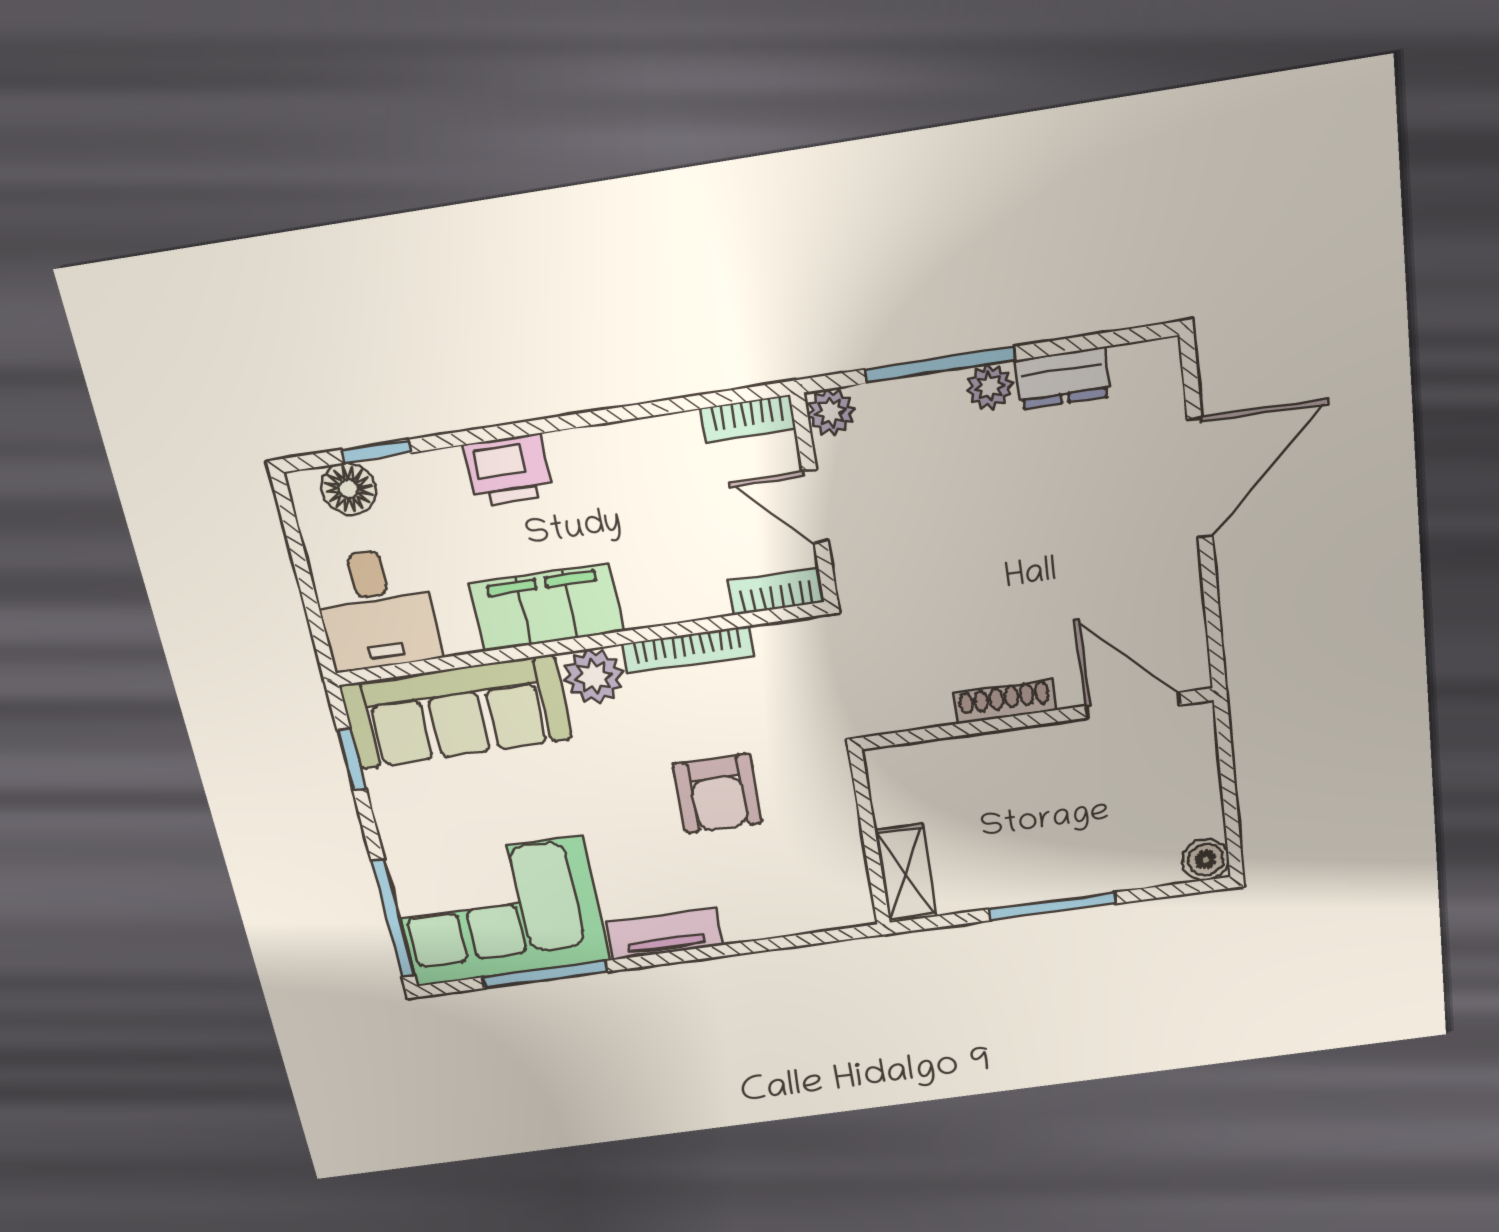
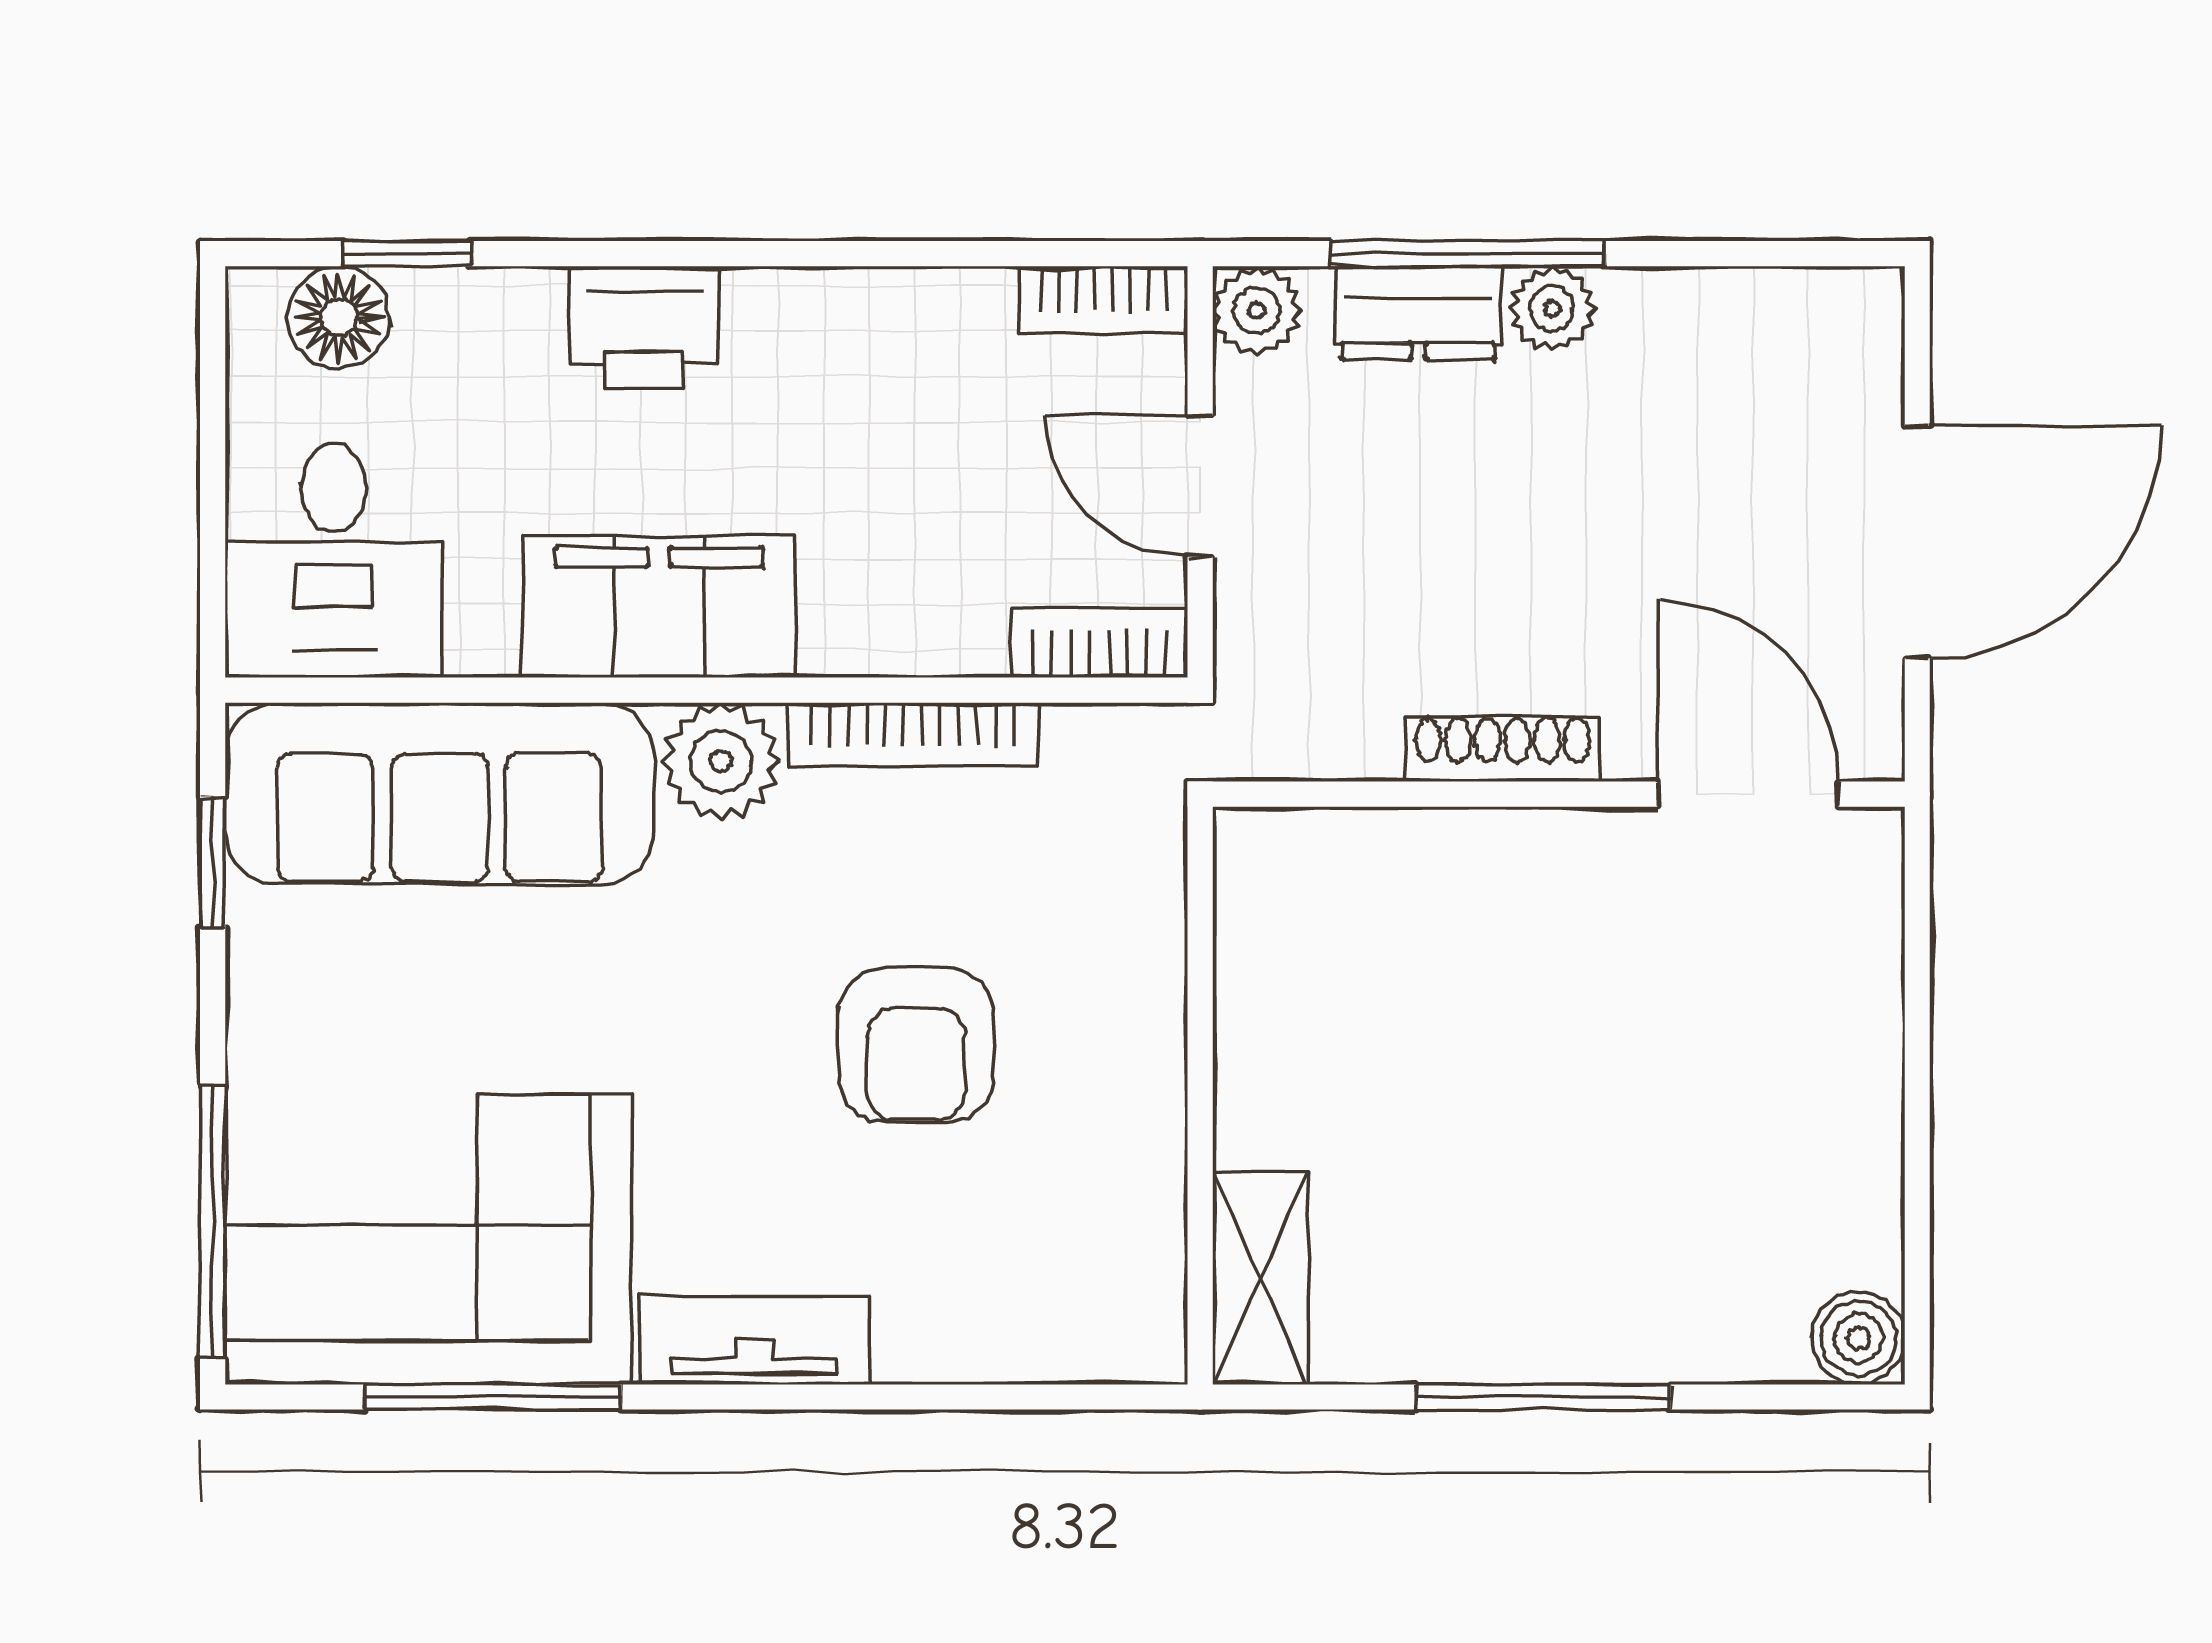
dresser: (1063, 378) -> (1418, 313), moved
shoe rack: (1004, 702) -> (1502, 749), moved
door: (1133, 705) -> (1748, 794), moved
wall: (1036, 719) -> (1559, 794), moved

